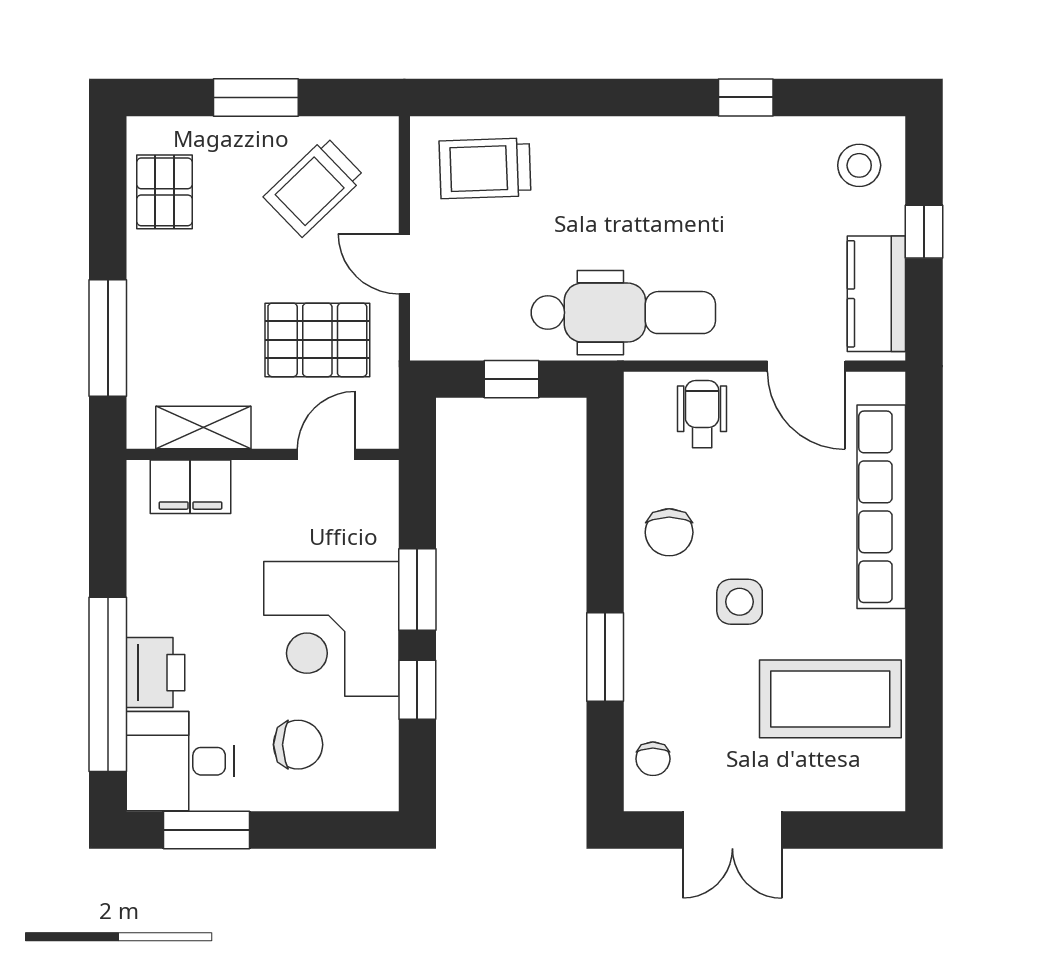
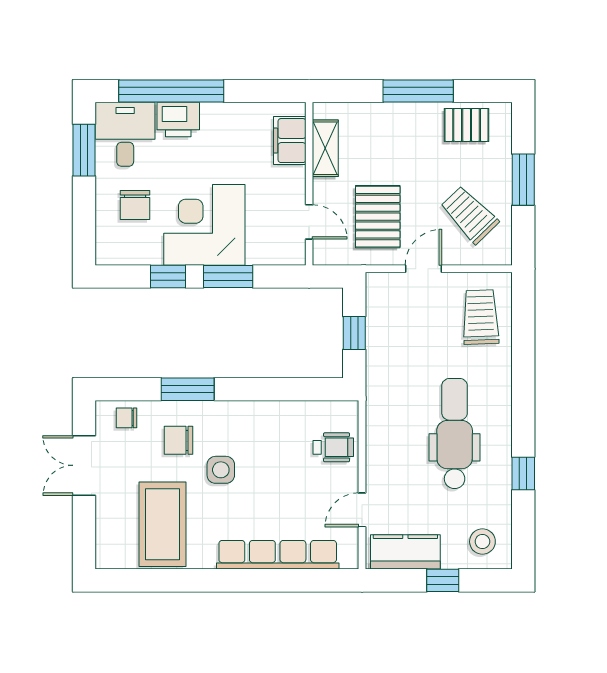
dental chair: (623, 313) -> (455, 434), moved, turned 180
window: (108, 338) -> (418, 91), moved
door: (806, 366) -> (362, 510), width x0.73
chair: (669, 532) -> (179, 440), moved

